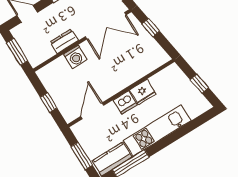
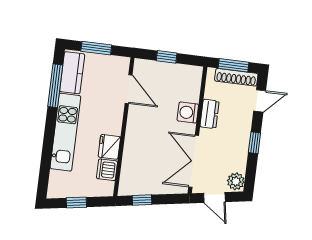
window: (151, 28) -> (142, 200), moved
shoe rack: (24, 43) -> (236, 77), added
dishwasher: (125, 102) -> (107, 170), moved

